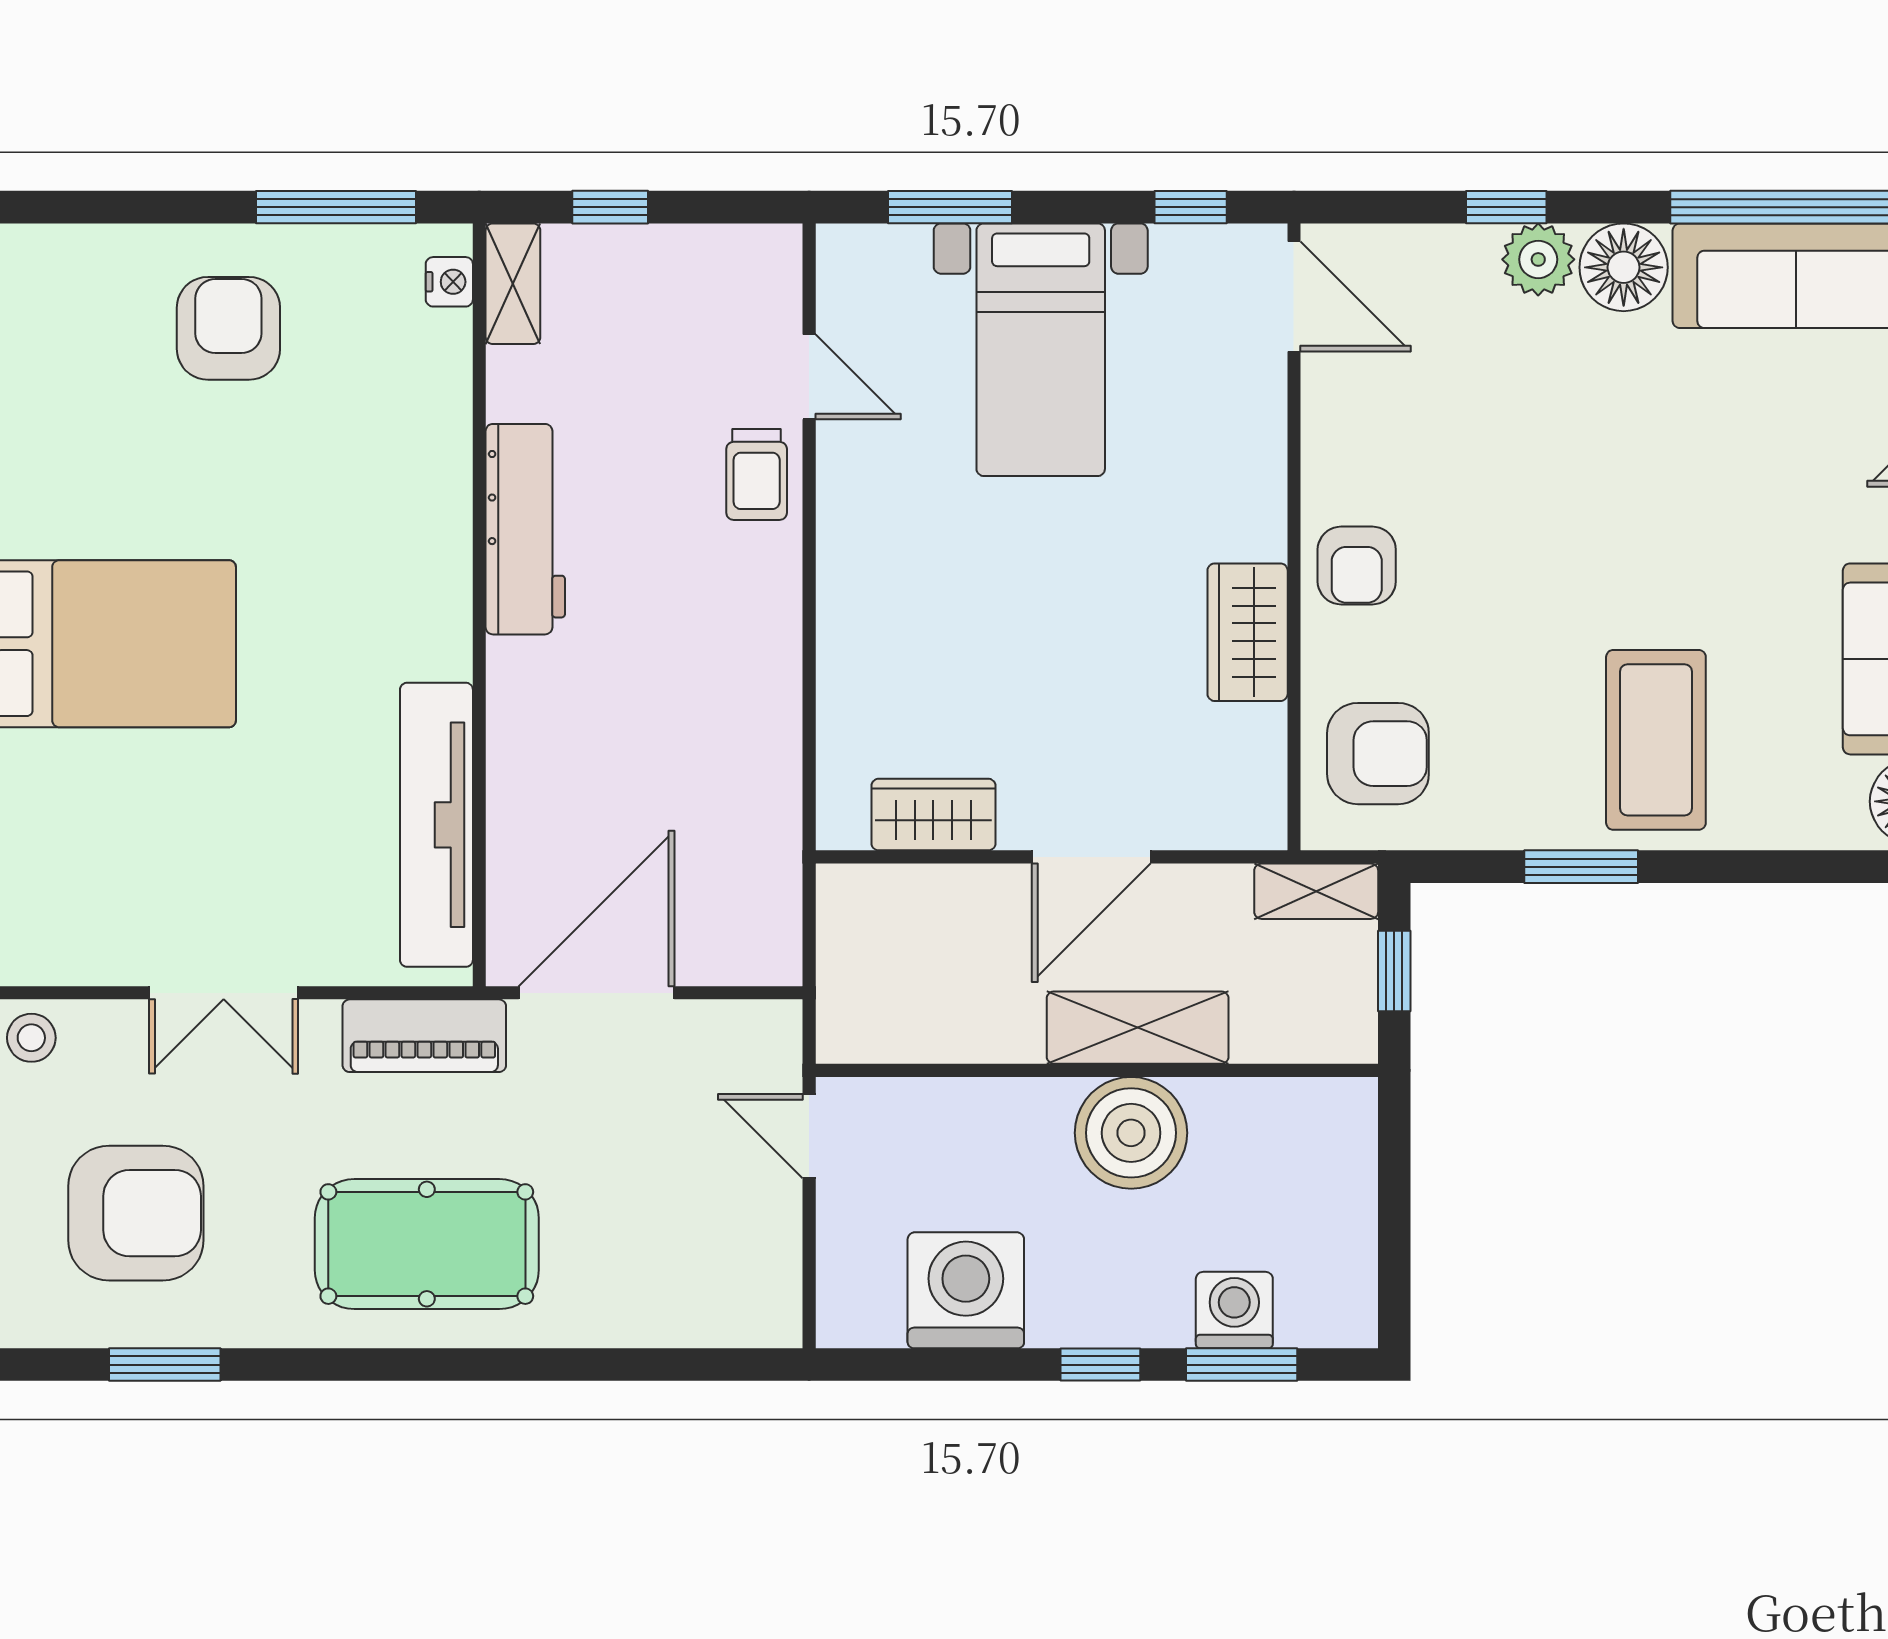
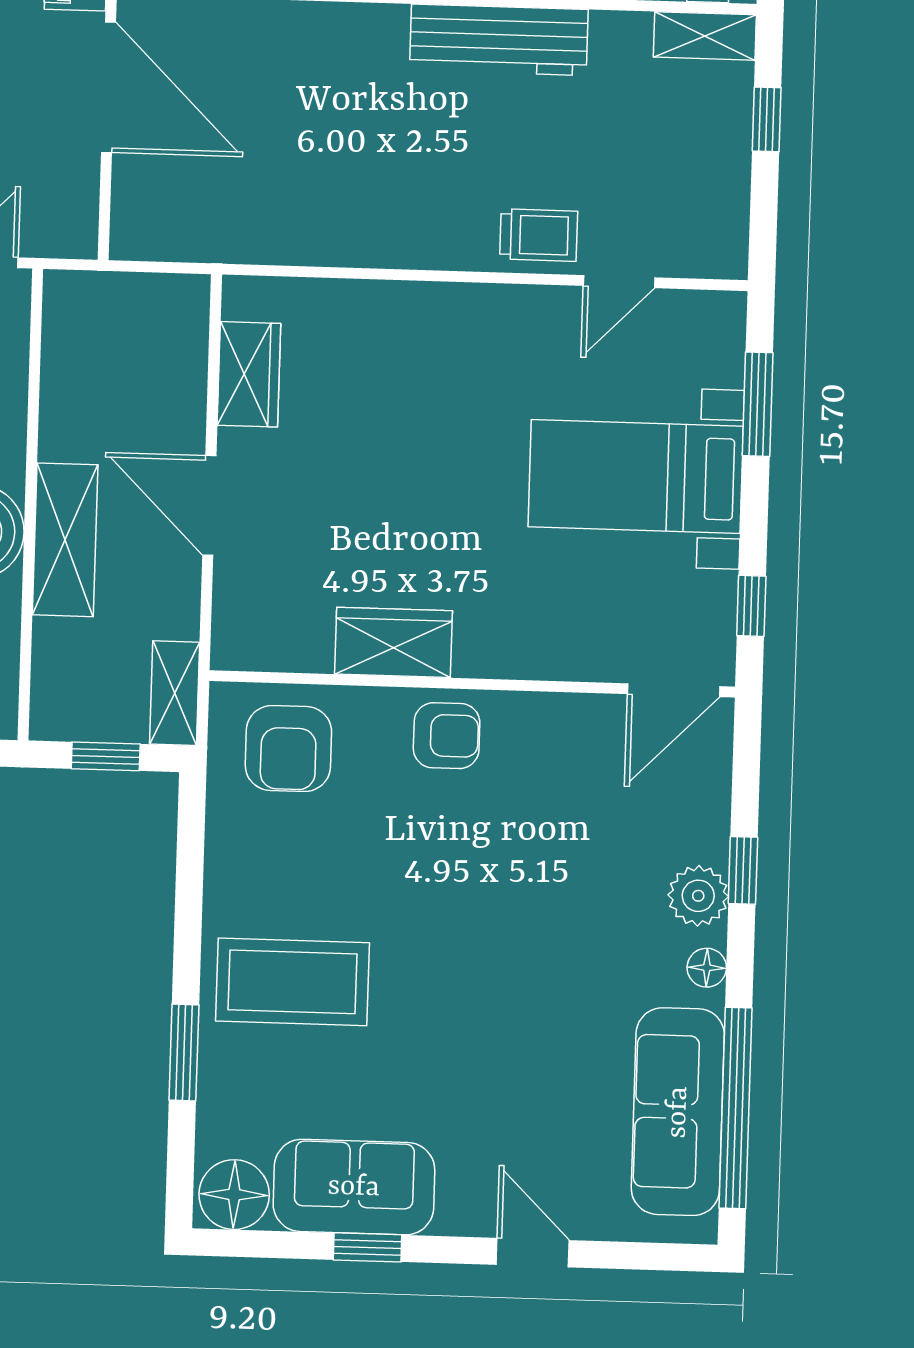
floor lamp: (1624, 267) -> (707, 968), width x0.53, depth x0.53
trolley: (757, 475) -> (539, 235), turned 180
armchair: (1357, 565) -> (447, 736), turned 180
window: (1581, 867) -> (184, 1053), moved

